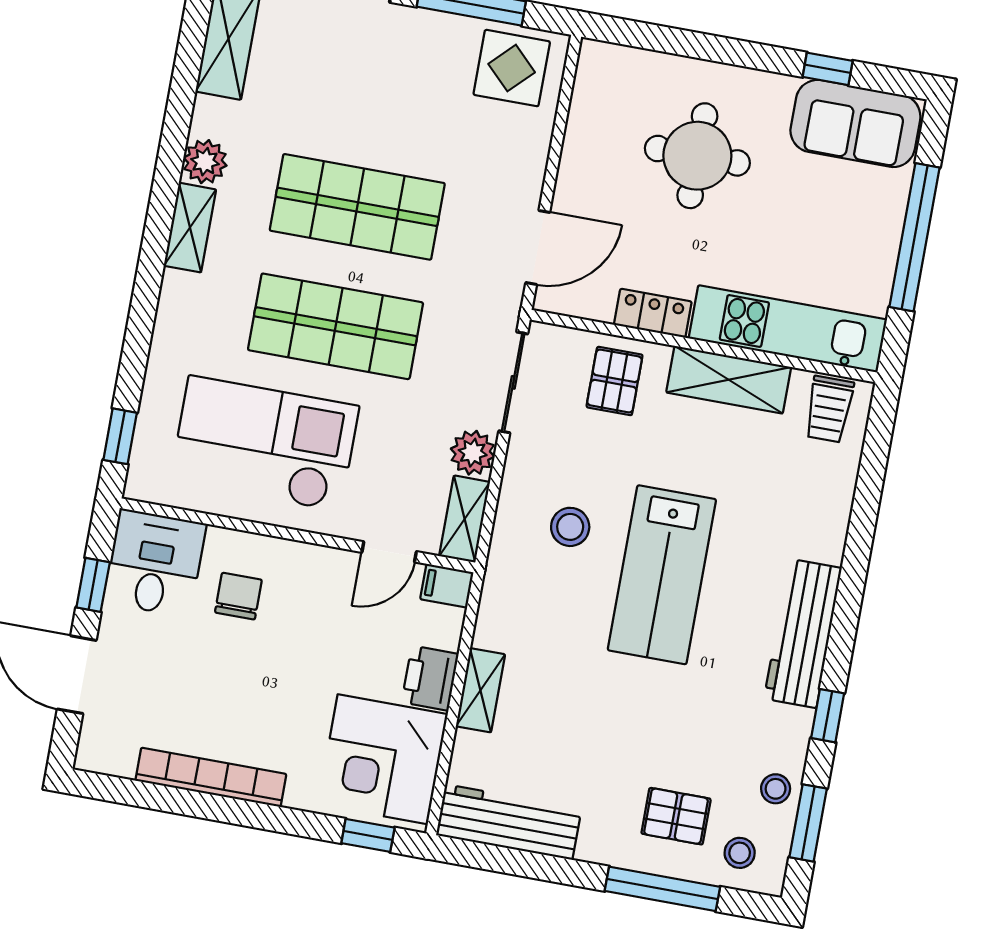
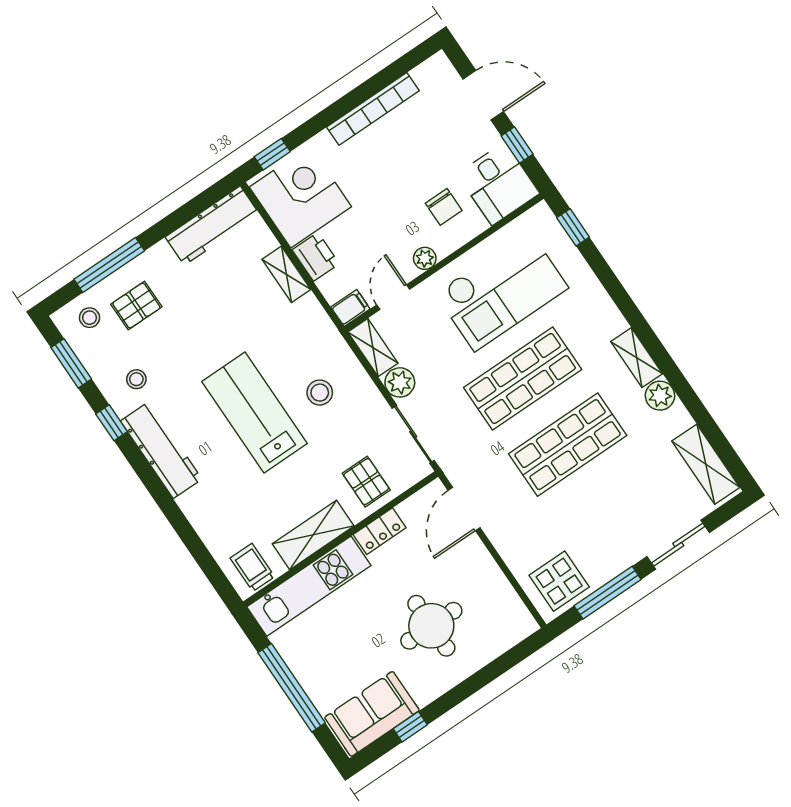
plant: (314, 560) -> (425, 258), added
stool: (776, 789) -> (136, 379), moved

